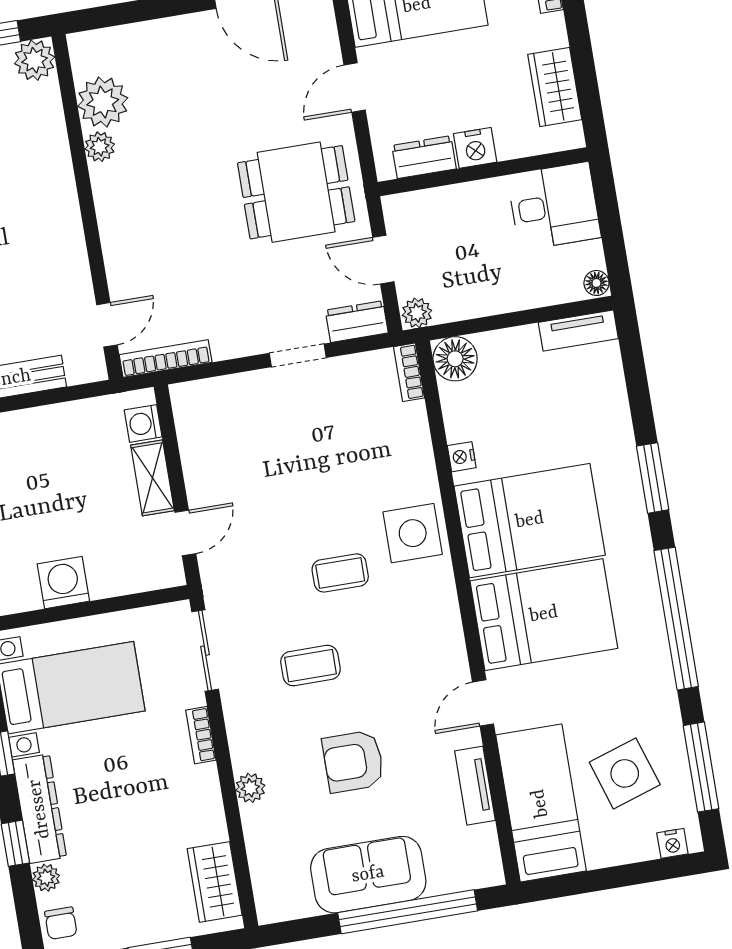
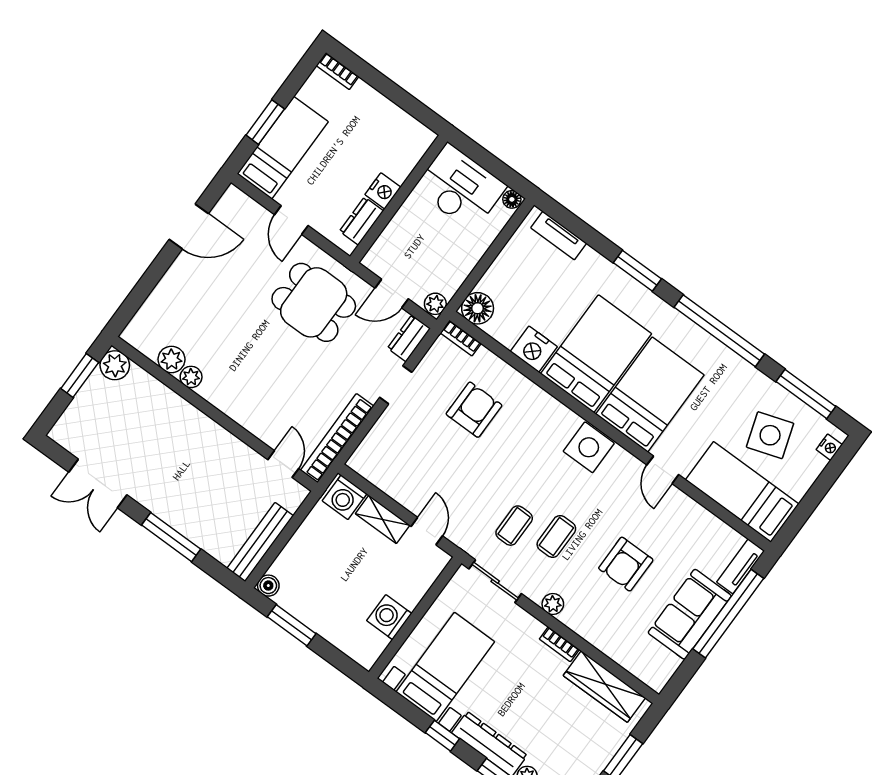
wardrobe: (555, 87) -> (393, 120), removed
plant: (103, 102) -> (171, 359), width x0.73, depth x0.73
dining table: (296, 192) -> (314, 302), turned 90
desk: (554, 206) -> (460, 187), width x1.37
tv unit: (578, 331) -> (559, 236), moved, turned 90
bookcase: (166, 359) -> (337, 438), width x1.48, depth x1.31
washing machine: (143, 423) -> (345, 497), width x1.38, depth x1.38
armchair: (352, 457) -> (474, 410), added
nightstand: (462, 457) -> (534, 349), width x1.89, depth x1.79
side table: (413, 533) -> (589, 447), moved
coffee table: (340, 573) -> (514, 526), moved
bookcase: (201, 735) -> (559, 644), moved
tv unit: (475, 786) -> (741, 566), moved, turned 90
plant: (250, 788) -> (553, 604), moved
wardrobe: (215, 882) -> (604, 687), width x1.50

